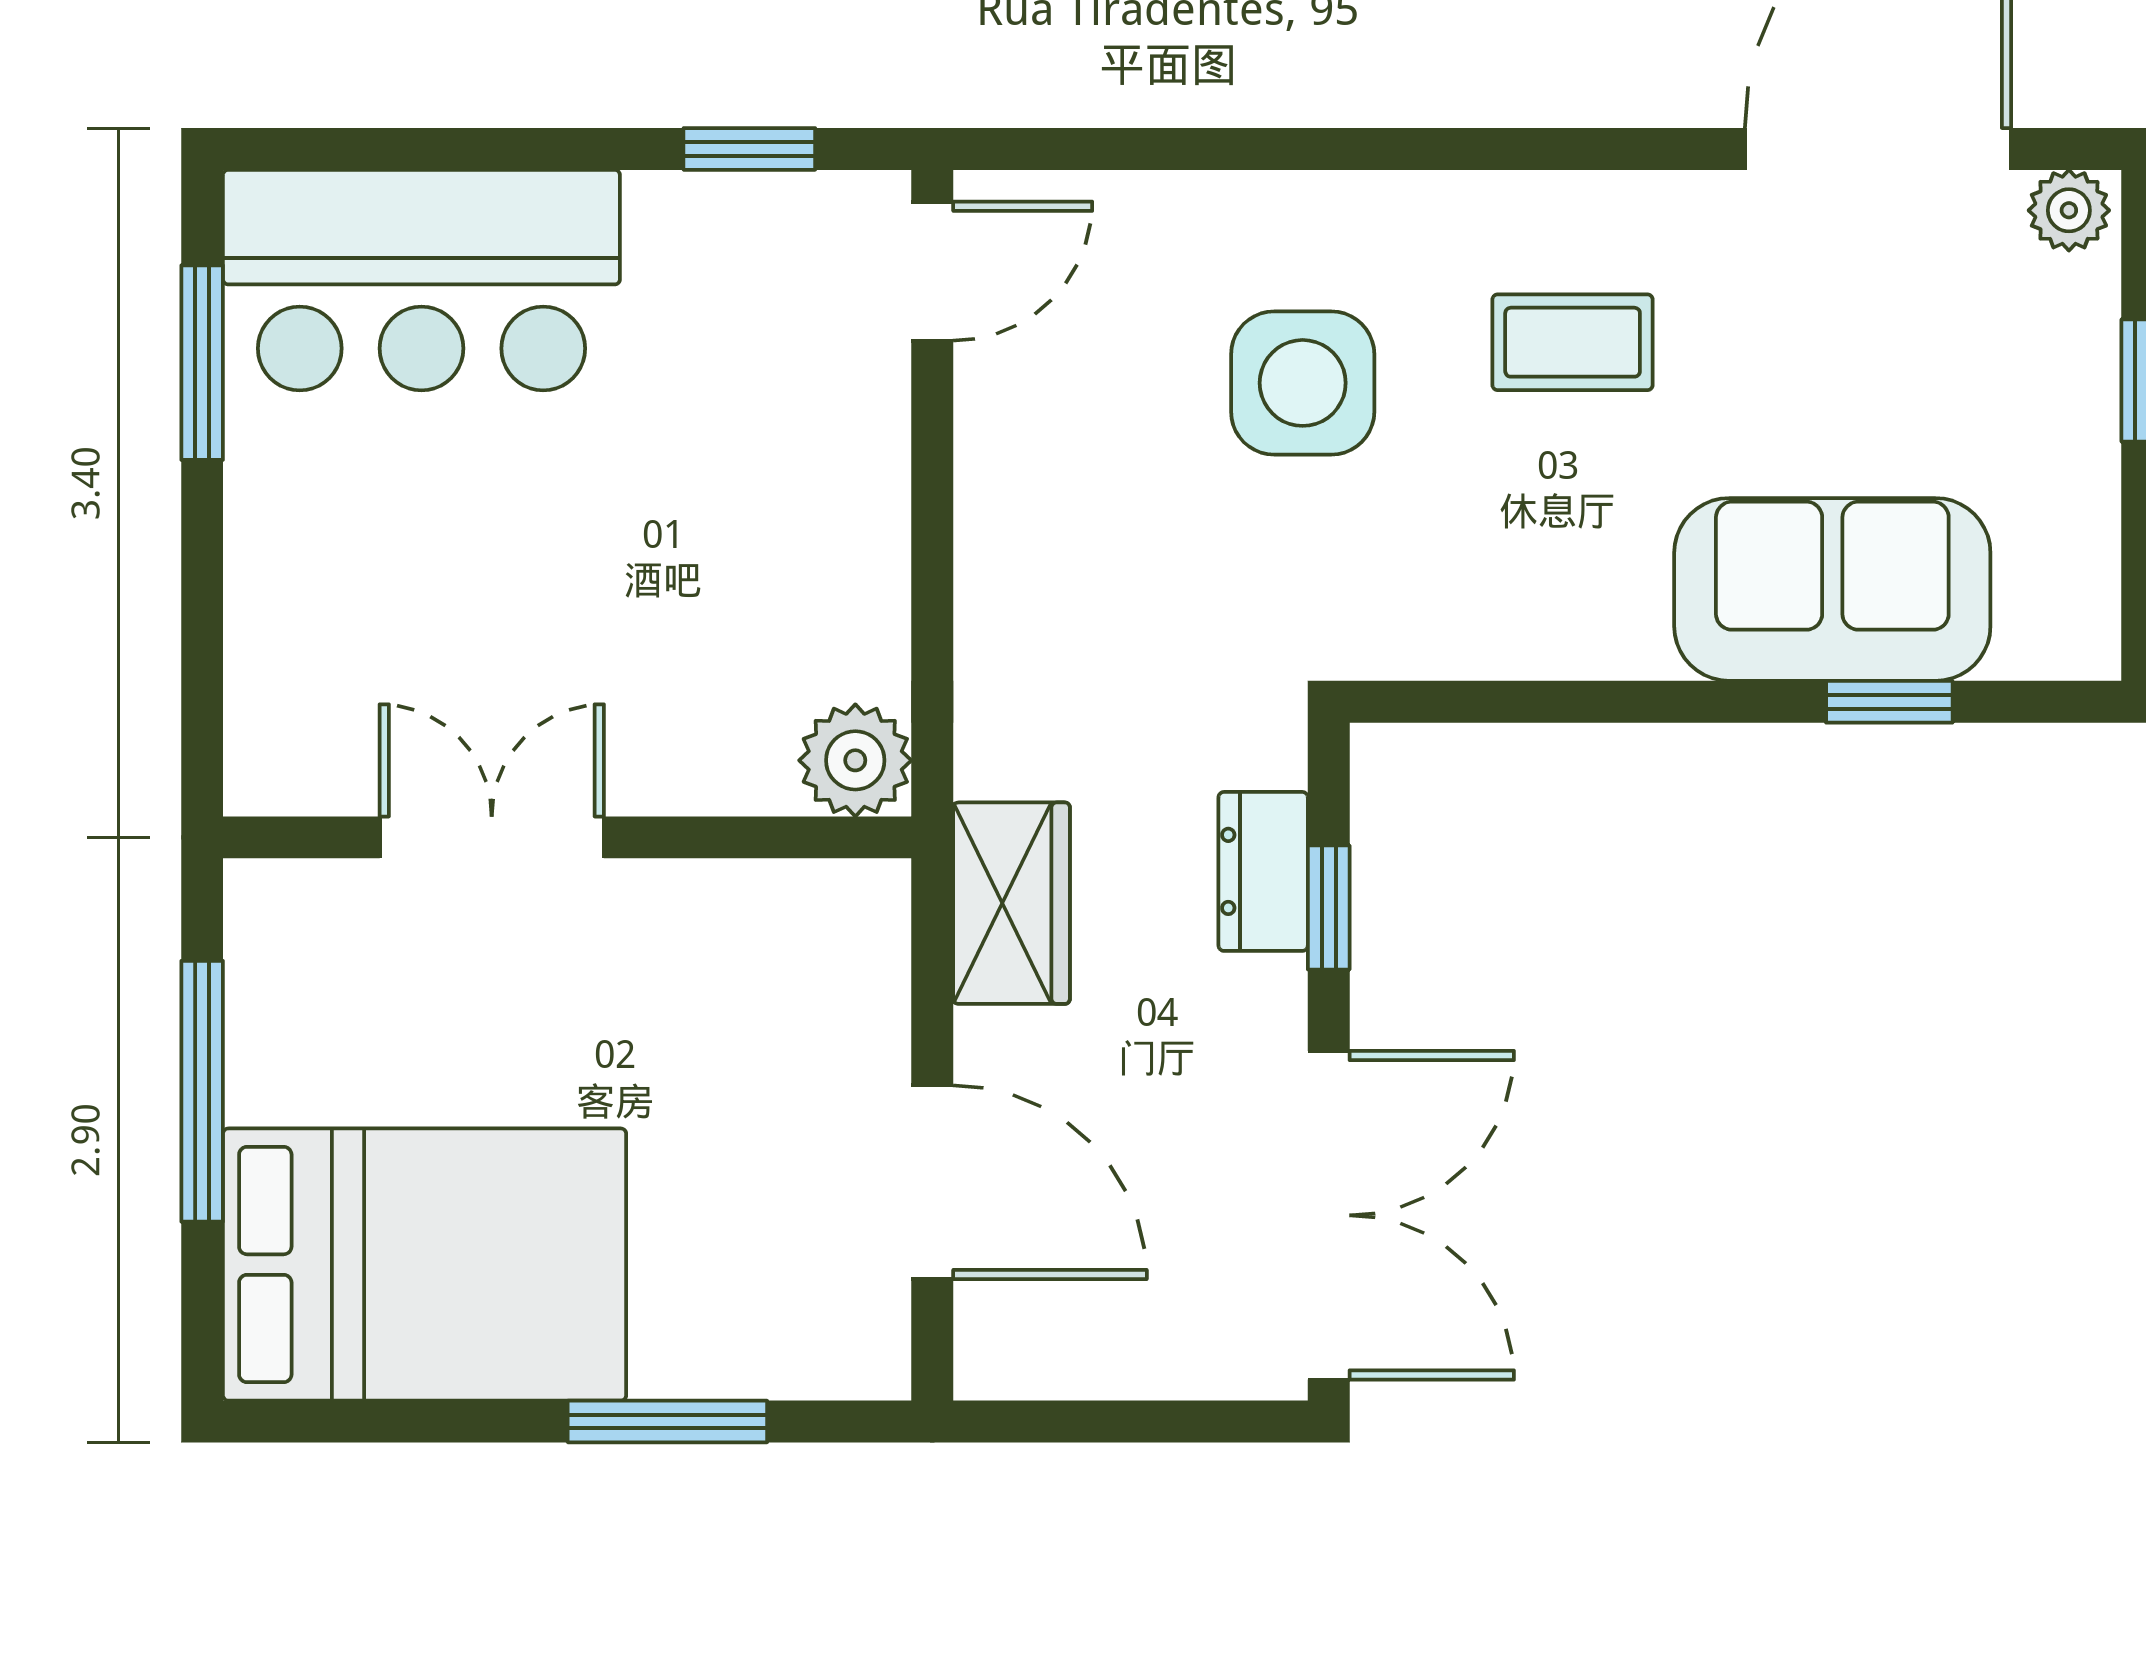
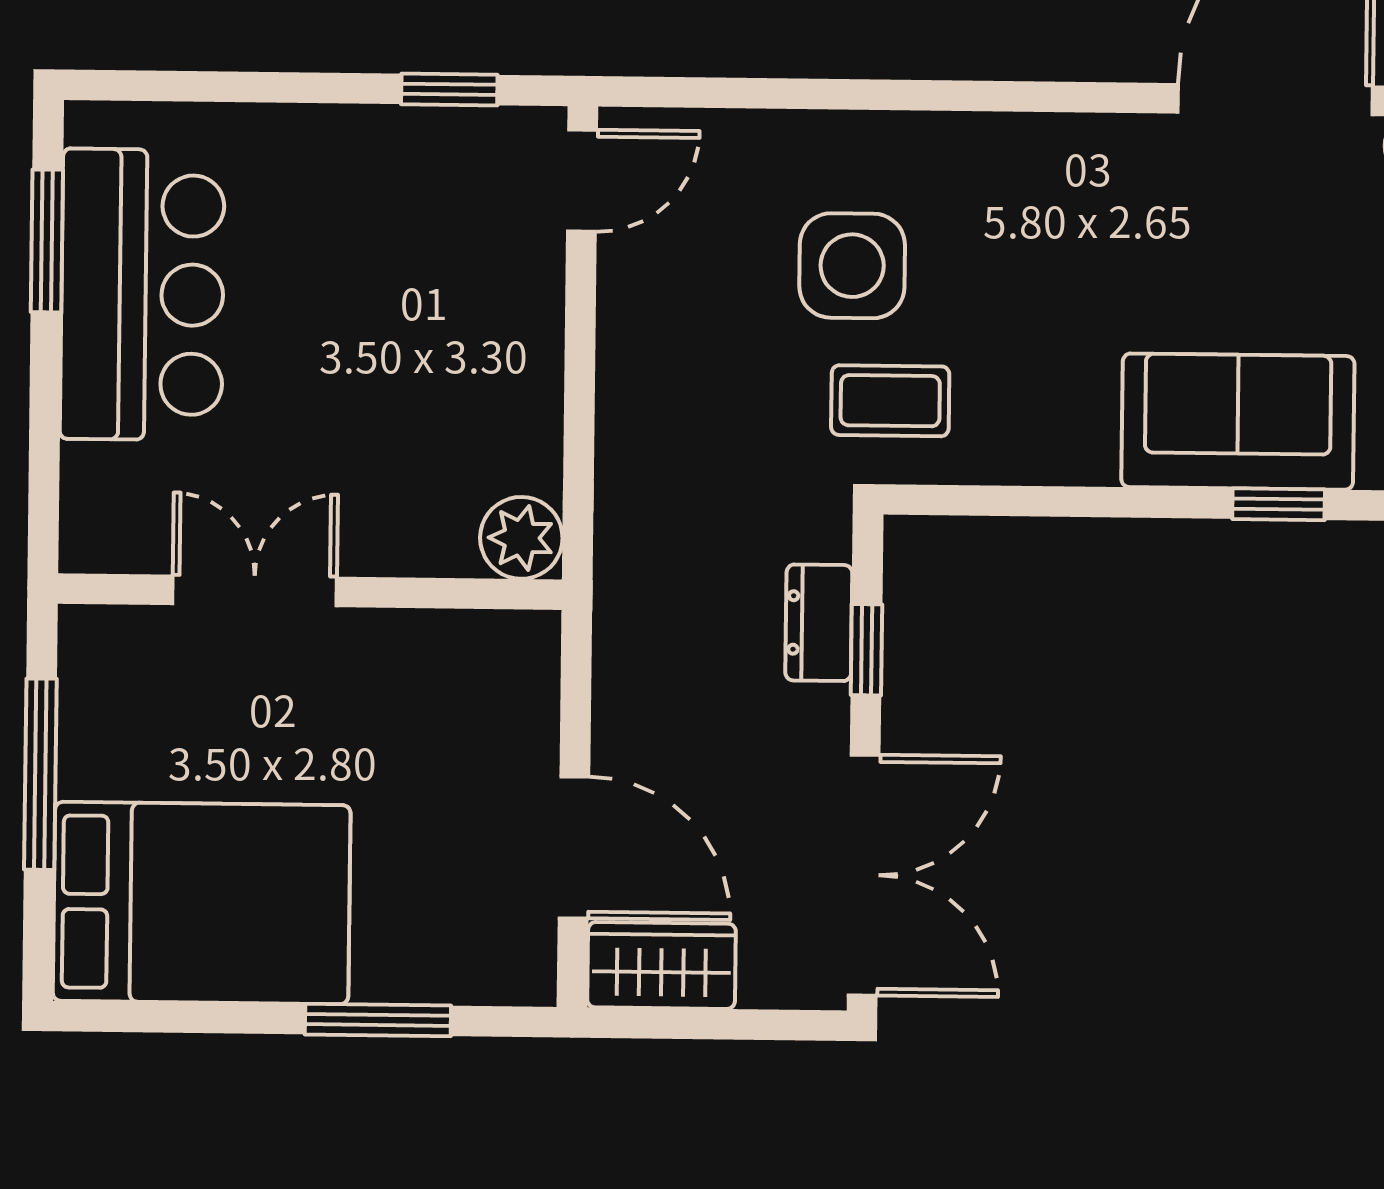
bar counter: (421, 280) -> (142, 295), moved, turned -90
coffee table: (1573, 342) -> (890, 401), moved
wardrobe: (1012, 903) -> (661, 965), moved, turned -90

